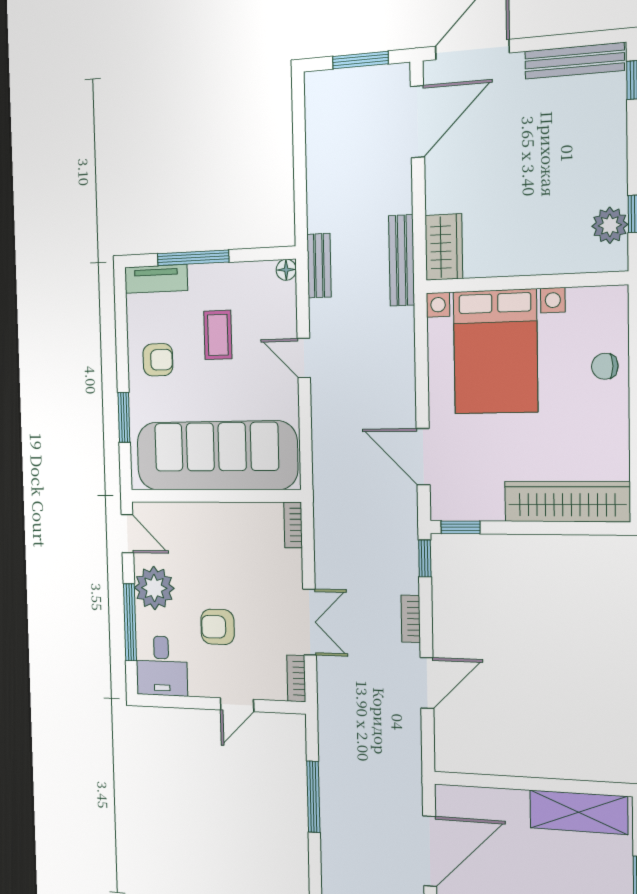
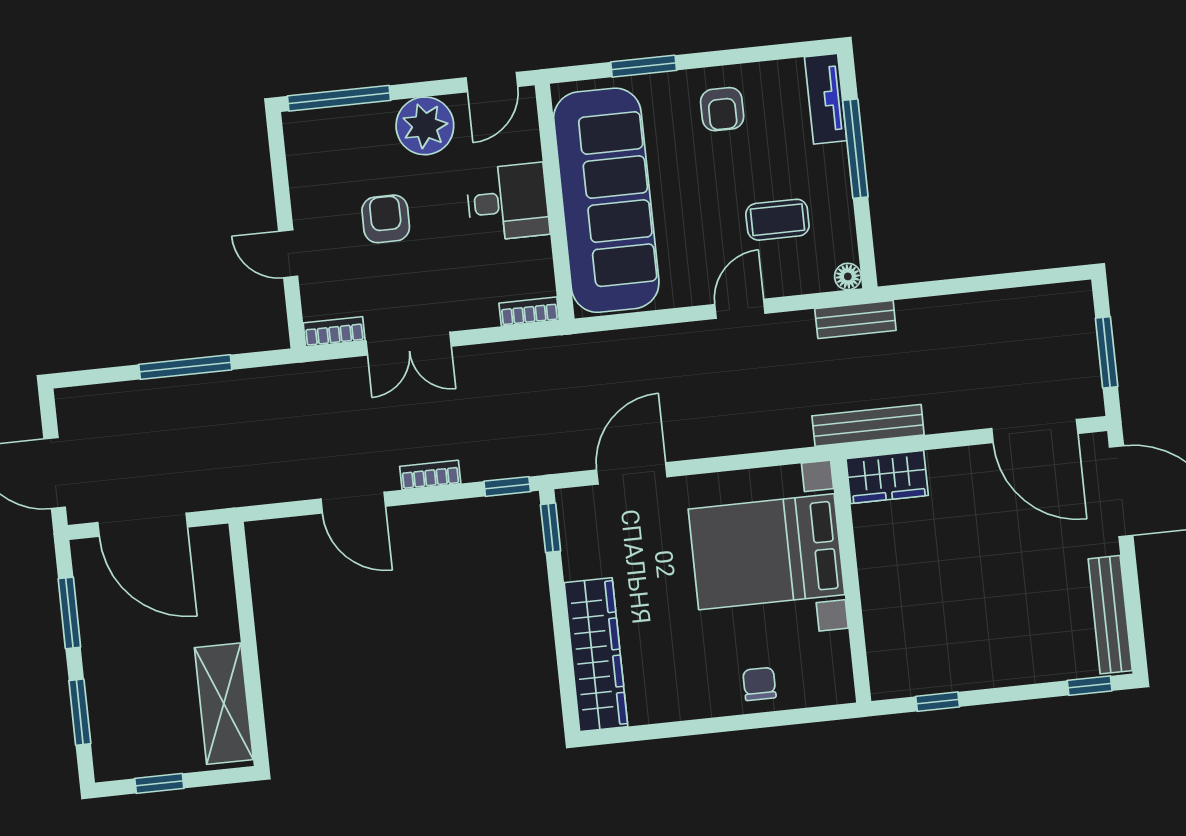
plant: (610, 225) -> (923, 674), removed
coffee table: (218, 335) -> (777, 220), moved
window: (130, 622) -> (339, 98), moved
desk: (162, 666) -> (508, 202), moved, turned 180

